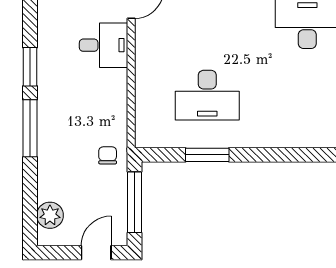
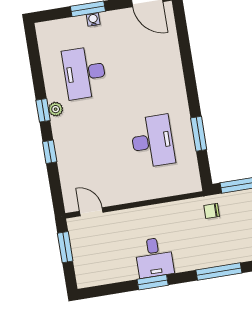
desk: (104, 45) -> (154, 257), moved, turned 180
window: (30, 128) -> (219, 272), moved

